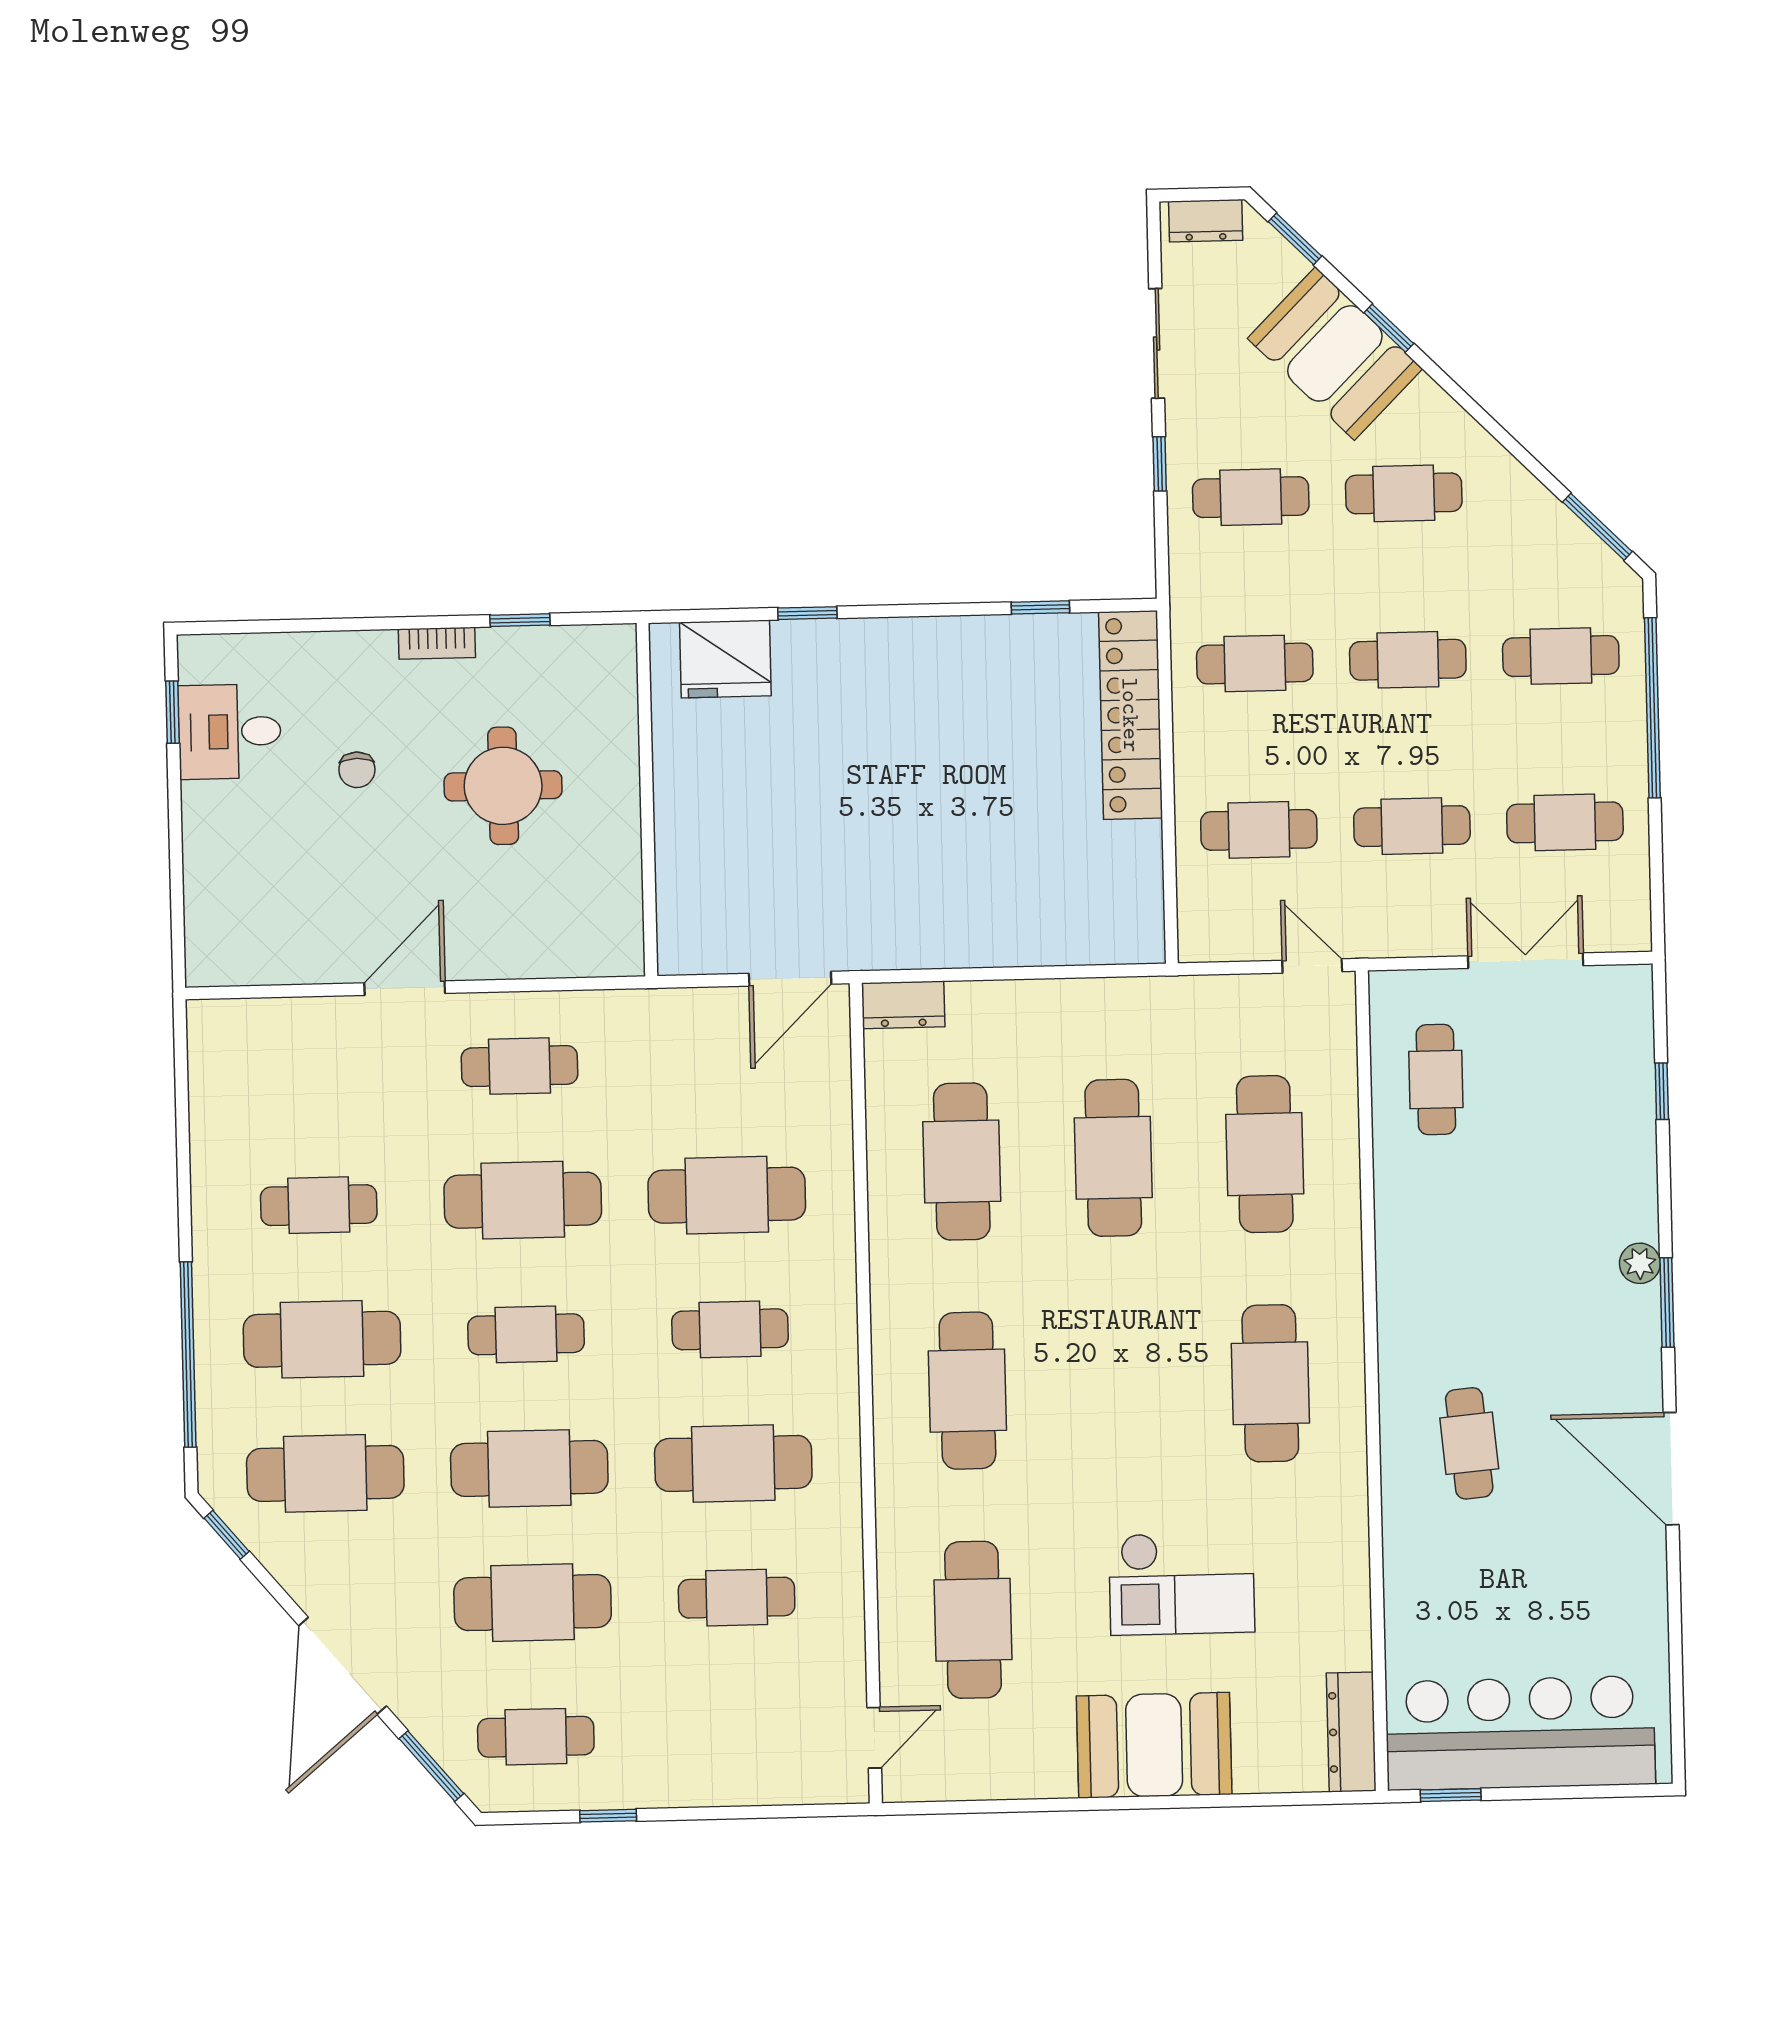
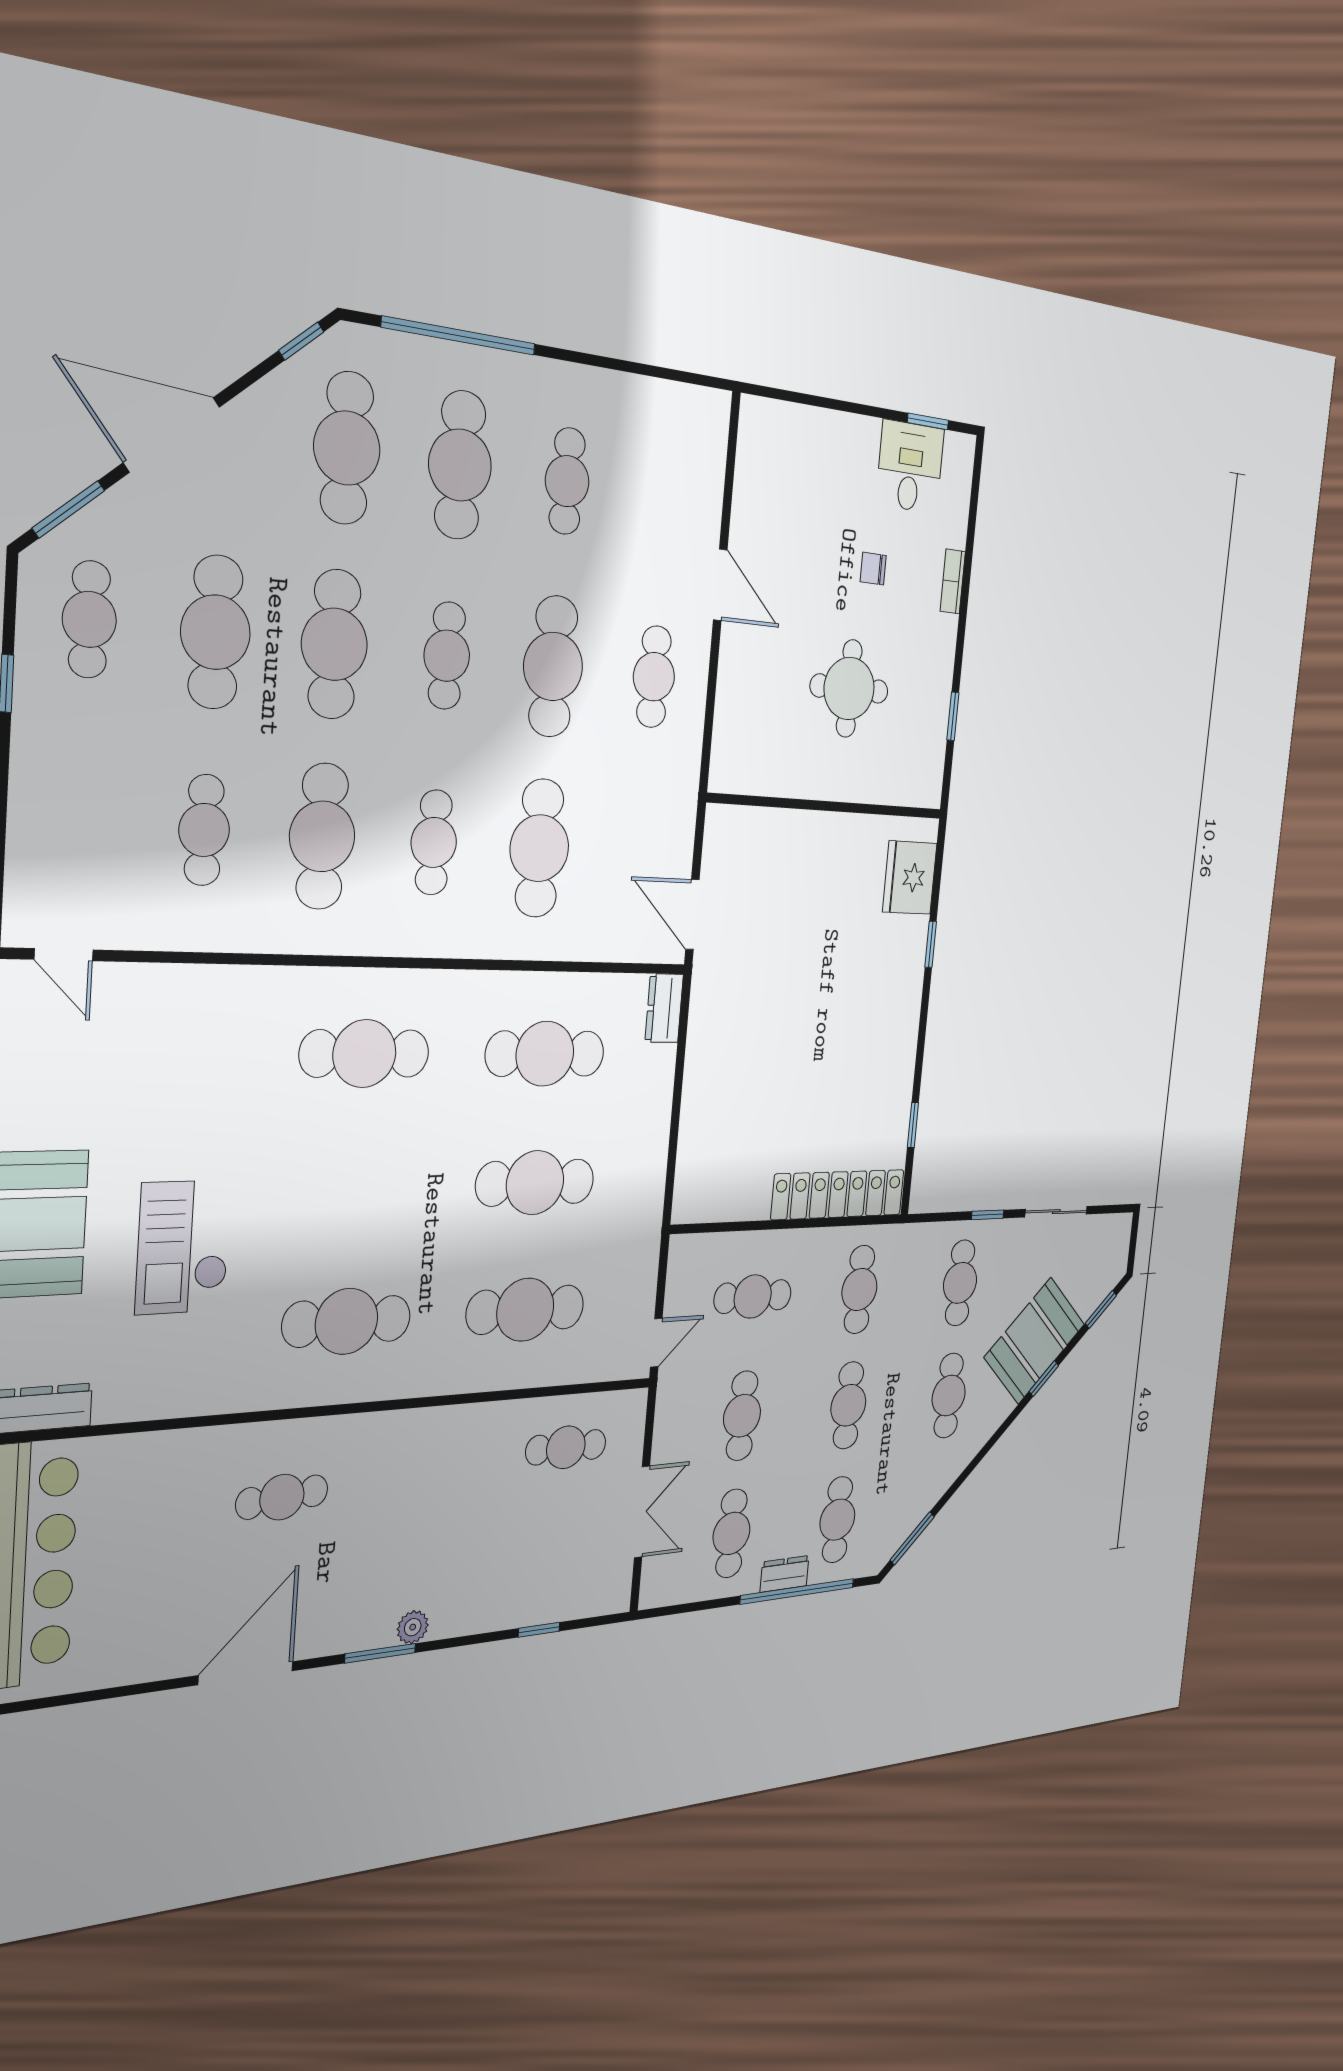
dresser: (1206, 221) -> (785, 1574), moved, turned 90
bookcase: (437, 643) -> (953, 581), moved
cafe table: (1259, 830) -> (753, 1296), turned 90
cafe table: (973, 1620) -> (166, 1053), removed

